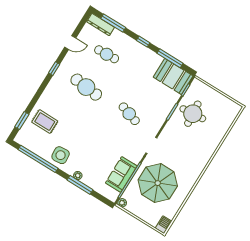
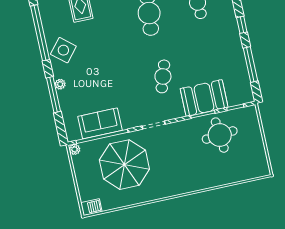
booth: (173, 77) -> (204, 98), moved, turned 90
side table: (61, 155) -> (63, 50), turned 45

